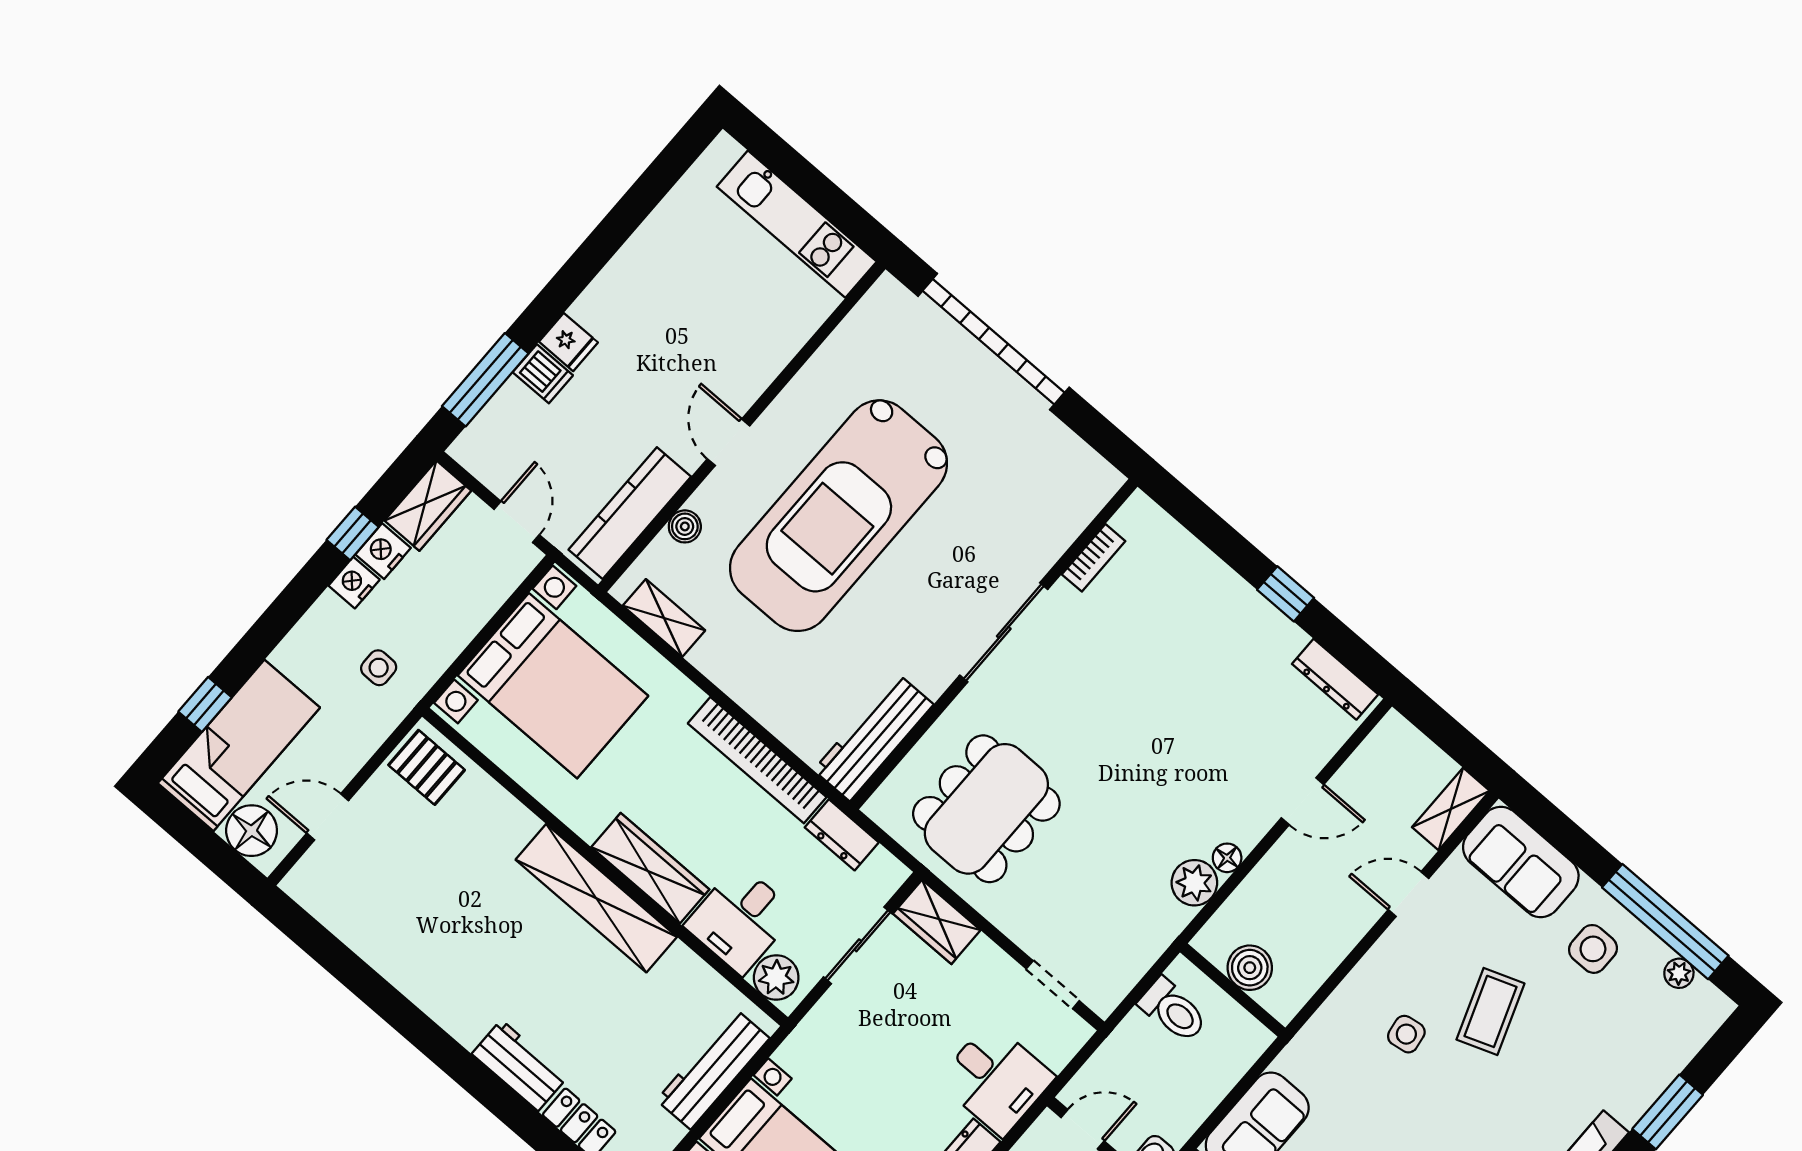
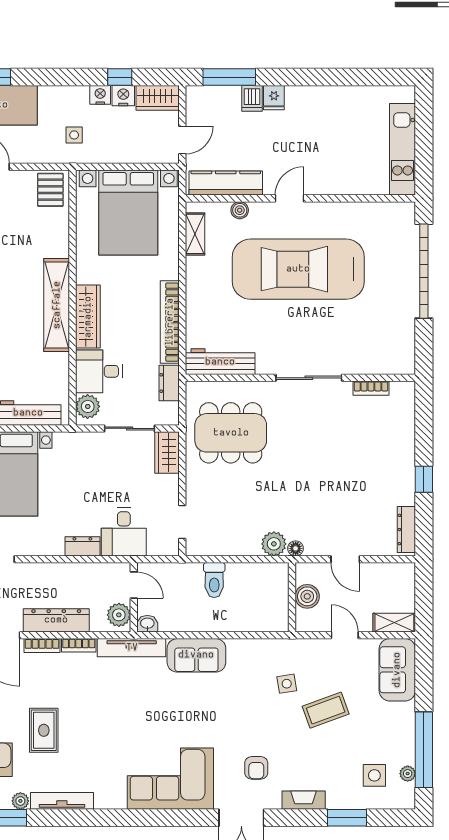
side table: (1593, 949) -> (374, 775), moved
boiler: (1250, 968) -> (307, 596), moved
wall: (1233, 990) -> (292, 597), moved

